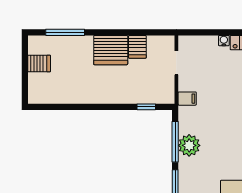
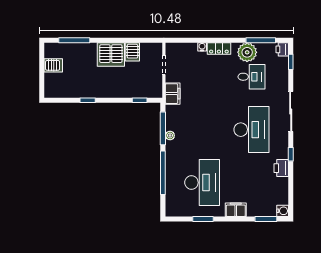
filing cabinet: (187, 99) -> (173, 94), width x2.00
window: (82, 107) -> (88, 100), added
plant: (189, 145) -> (170, 135), width x0.53, depth x0.53

